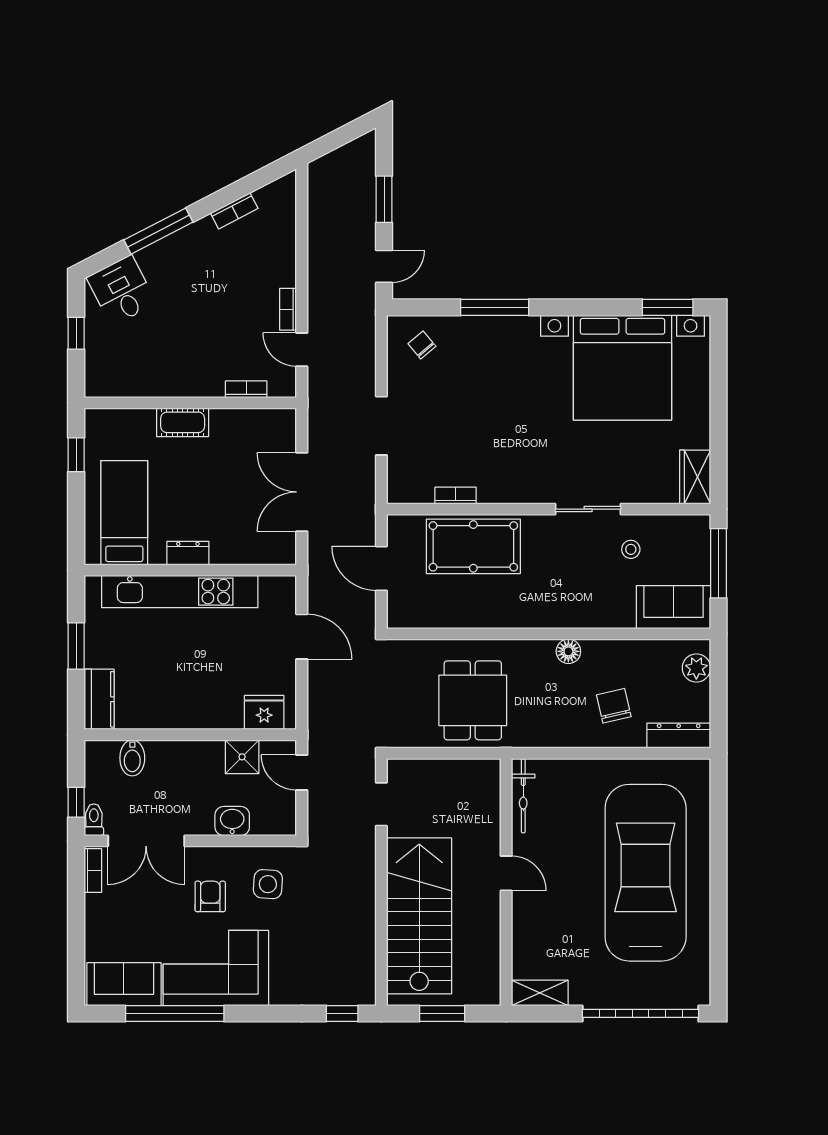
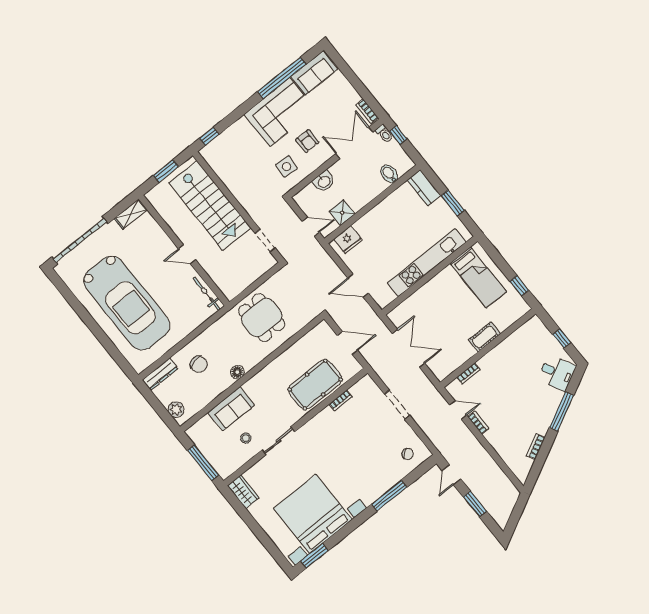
dresser: (188, 553) -> (437, 282), removed
sofa: (673, 607) -> (231, 409), moved

